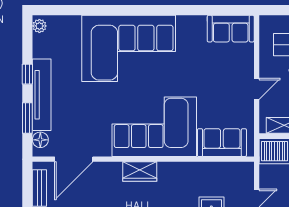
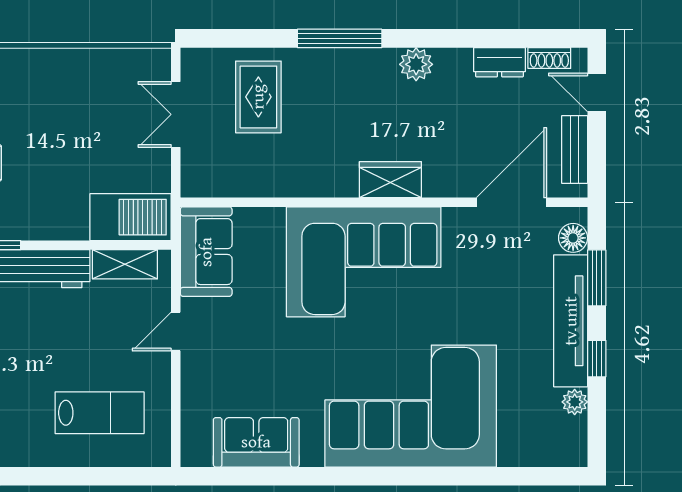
plant: (39, 26) -> (575, 402), moved
sofa: (231, 29) -> (256, 442), moved
sofa: (222, 143) -> (206, 252), moved, turned -90

